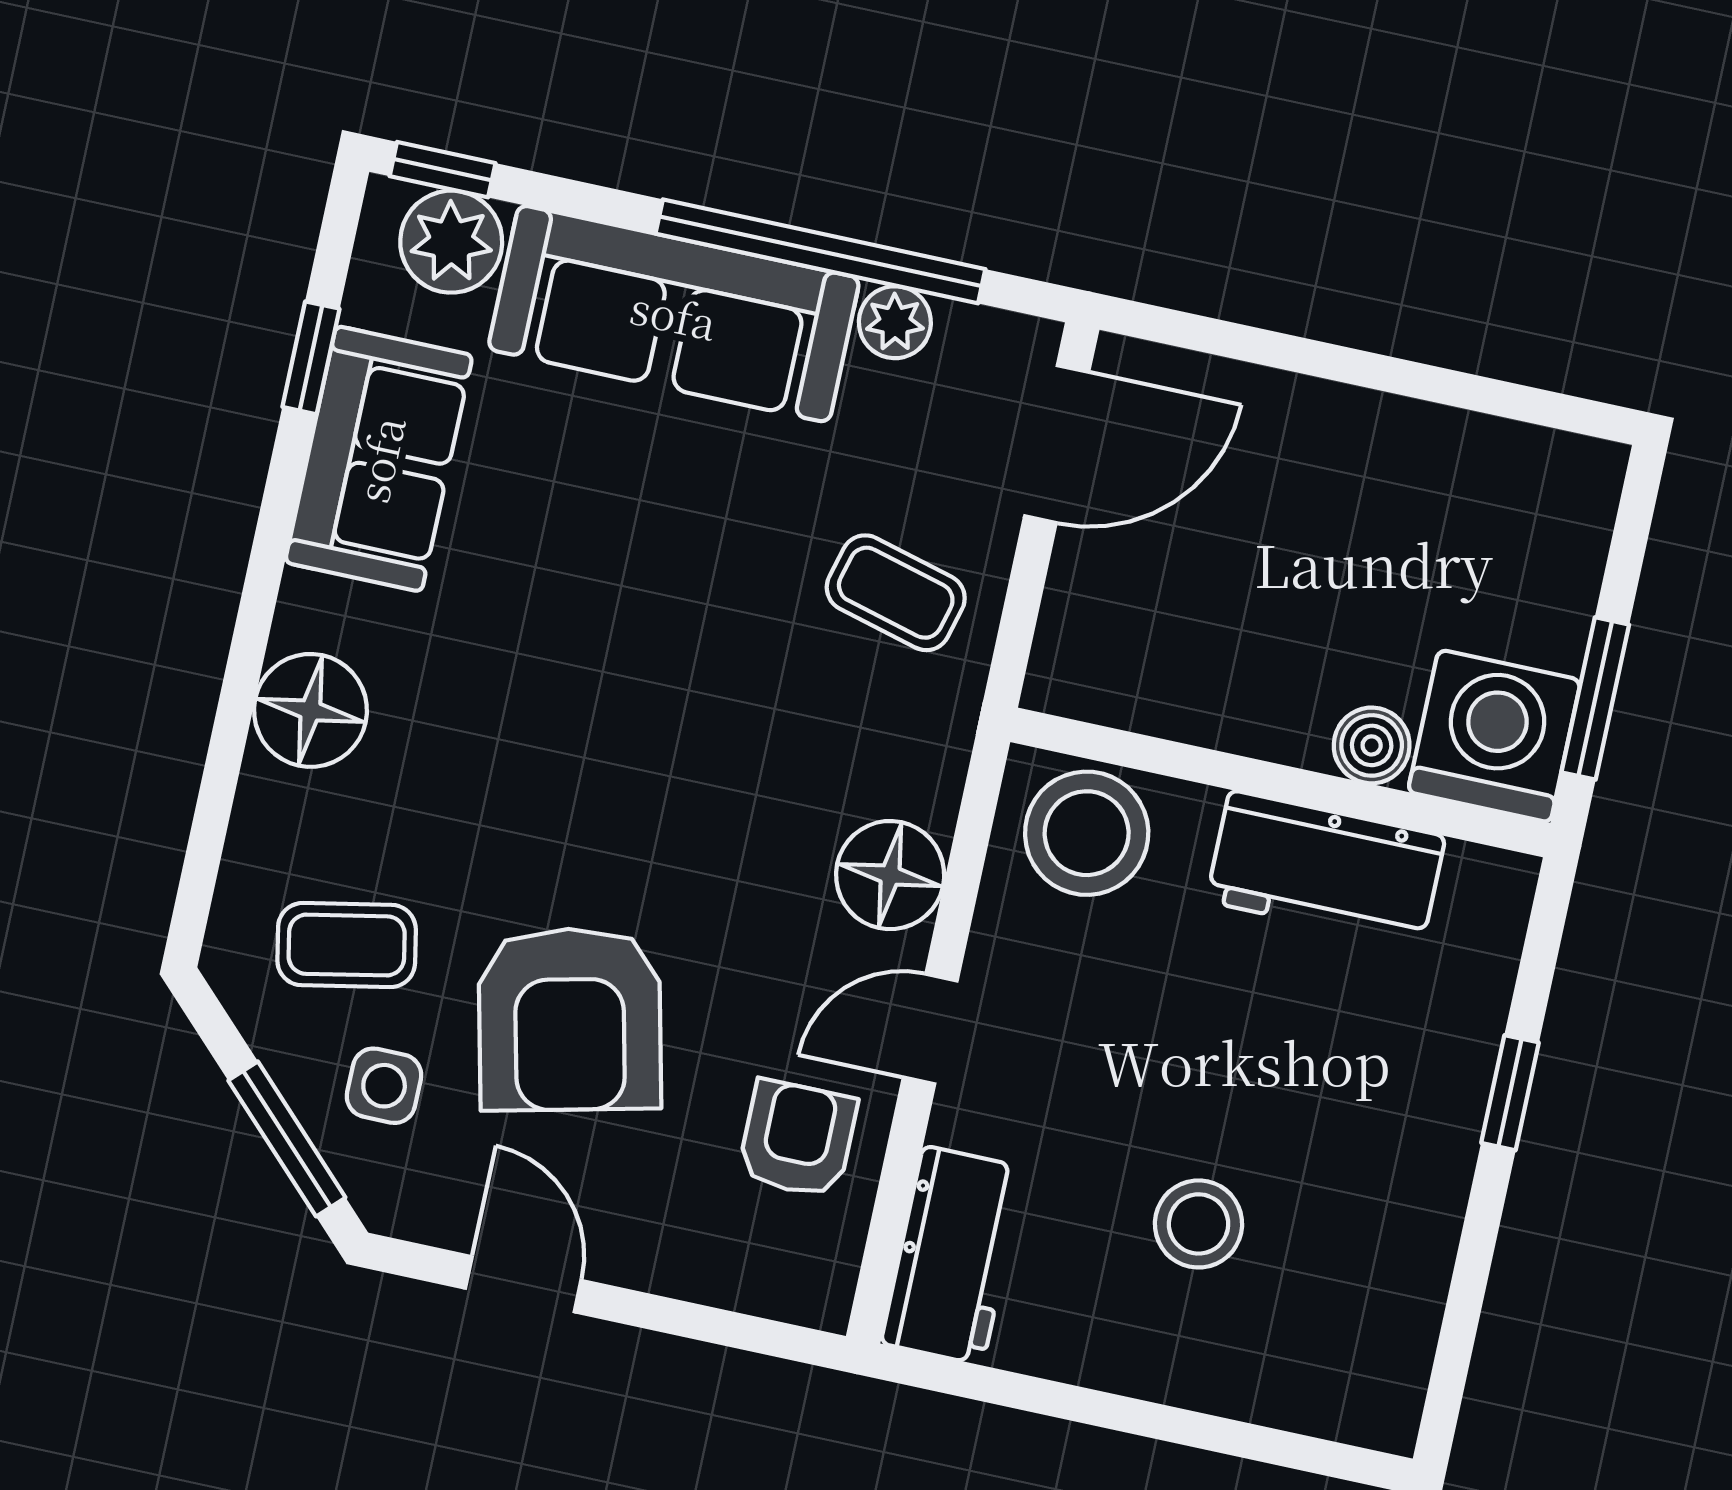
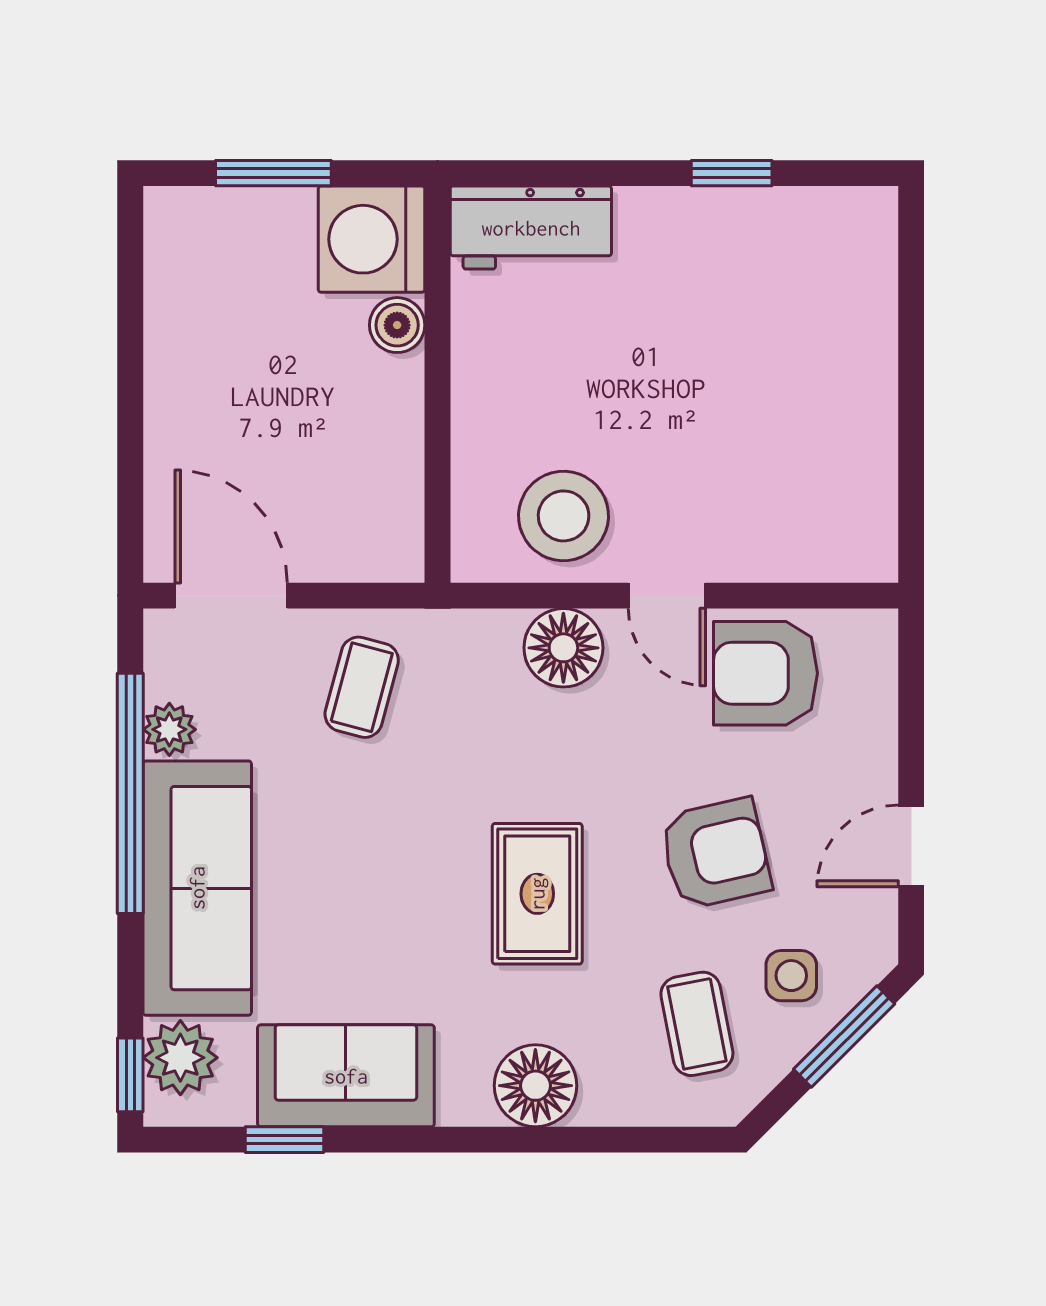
window: (1595, 698) -> (273, 173), moved
rug: (568, 768) -> (537, 894), added
stool: (1087, 833) -> (564, 516), moved
workbench: (1326, 869) -> (531, 228), moved, turned 90
armchair: (570, 1019) -> (715, 854), width x0.73, depth x0.73
window: (1510, 1093) -> (732, 173), moved
armchair: (797, 1139) -> (765, 673), width x1.38, depth x1.38
stool: (1199, 1224) -> (764, 375), removed
workbench: (953, 1255) -> (825, 545), removed

